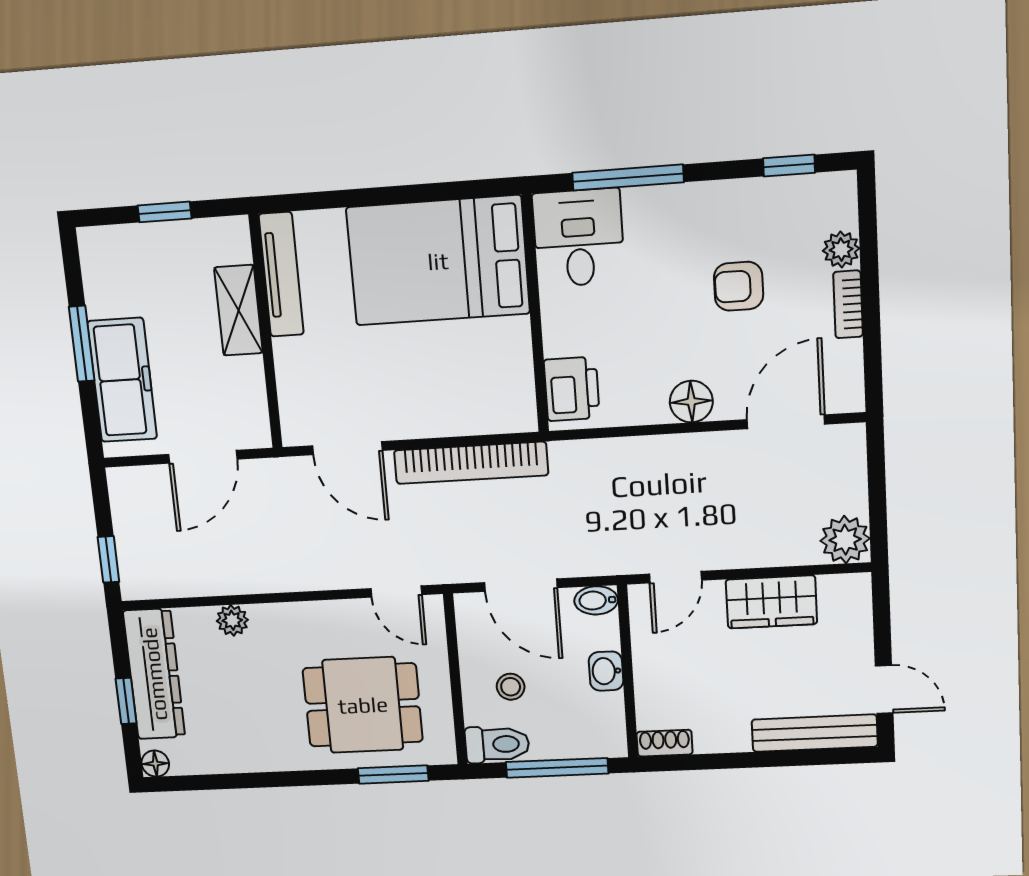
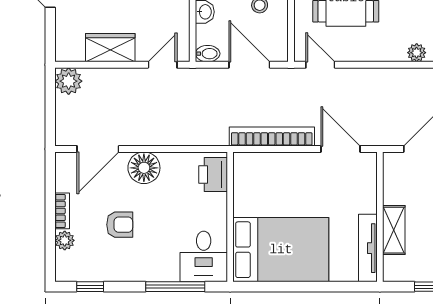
floor lamp: (691, 402) -> (144, 168), width x1.38, depth x1.38

